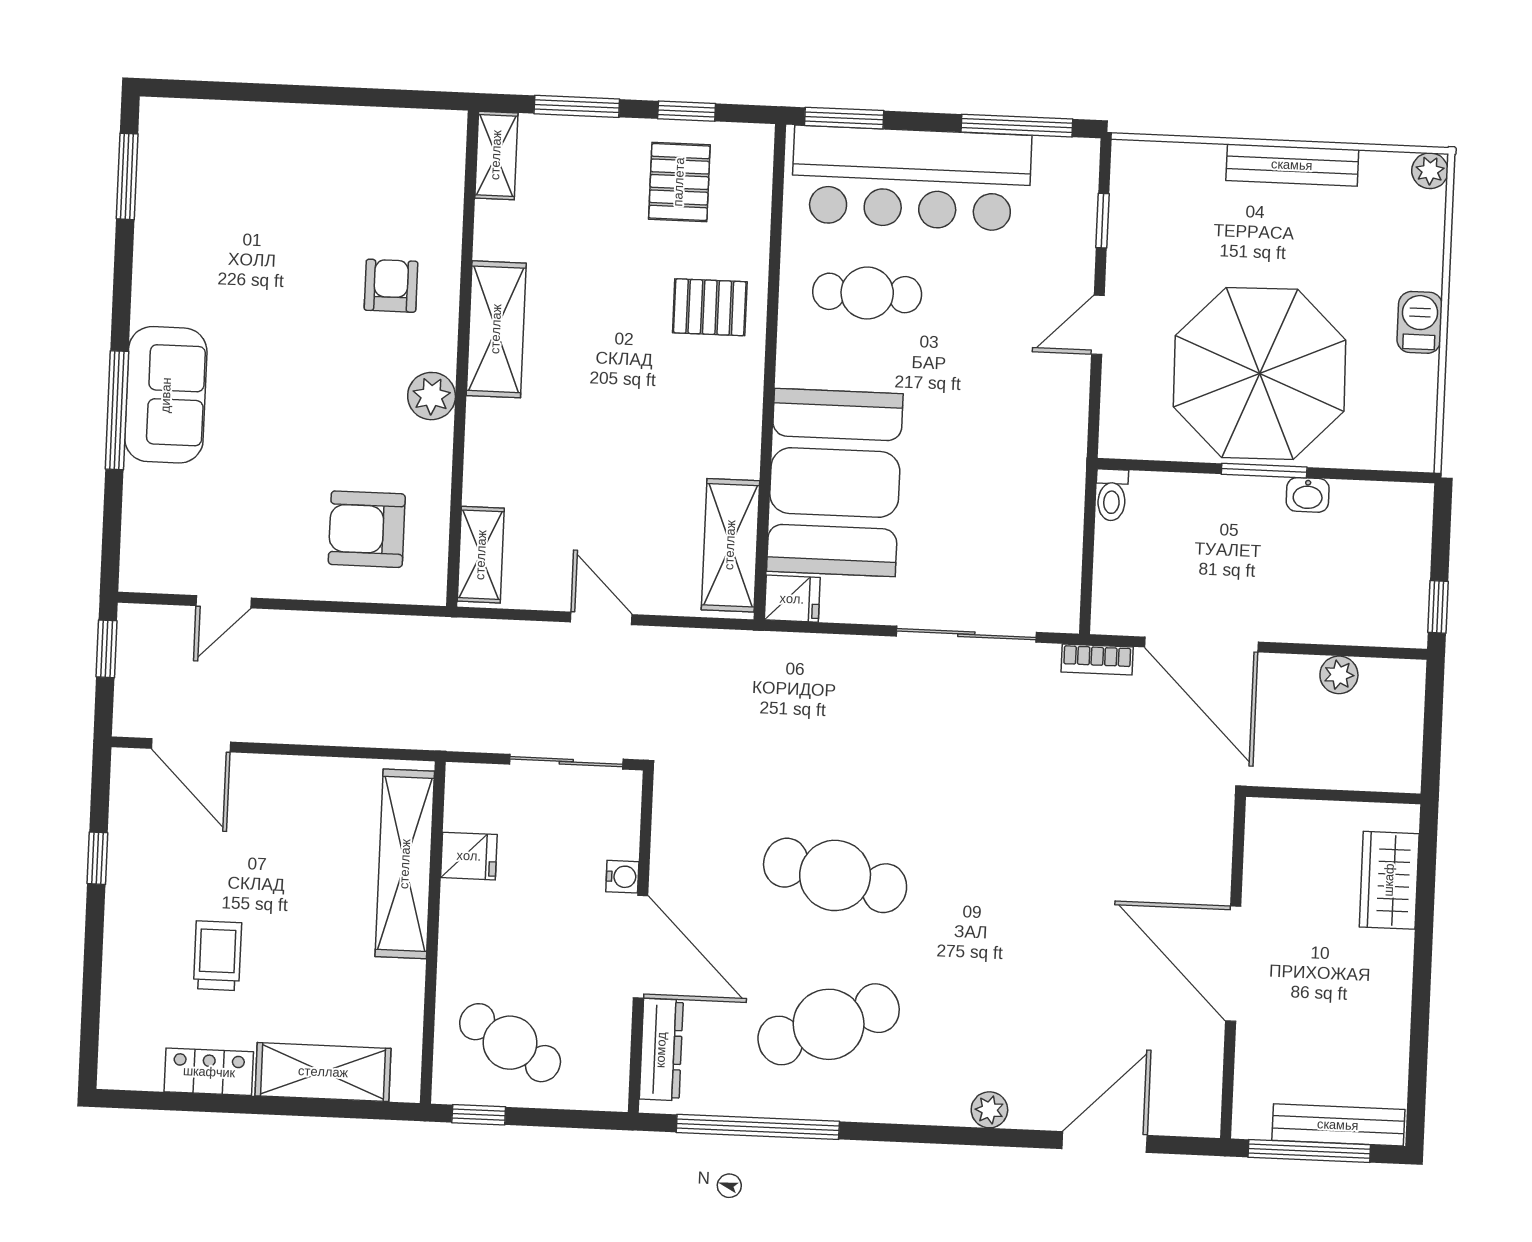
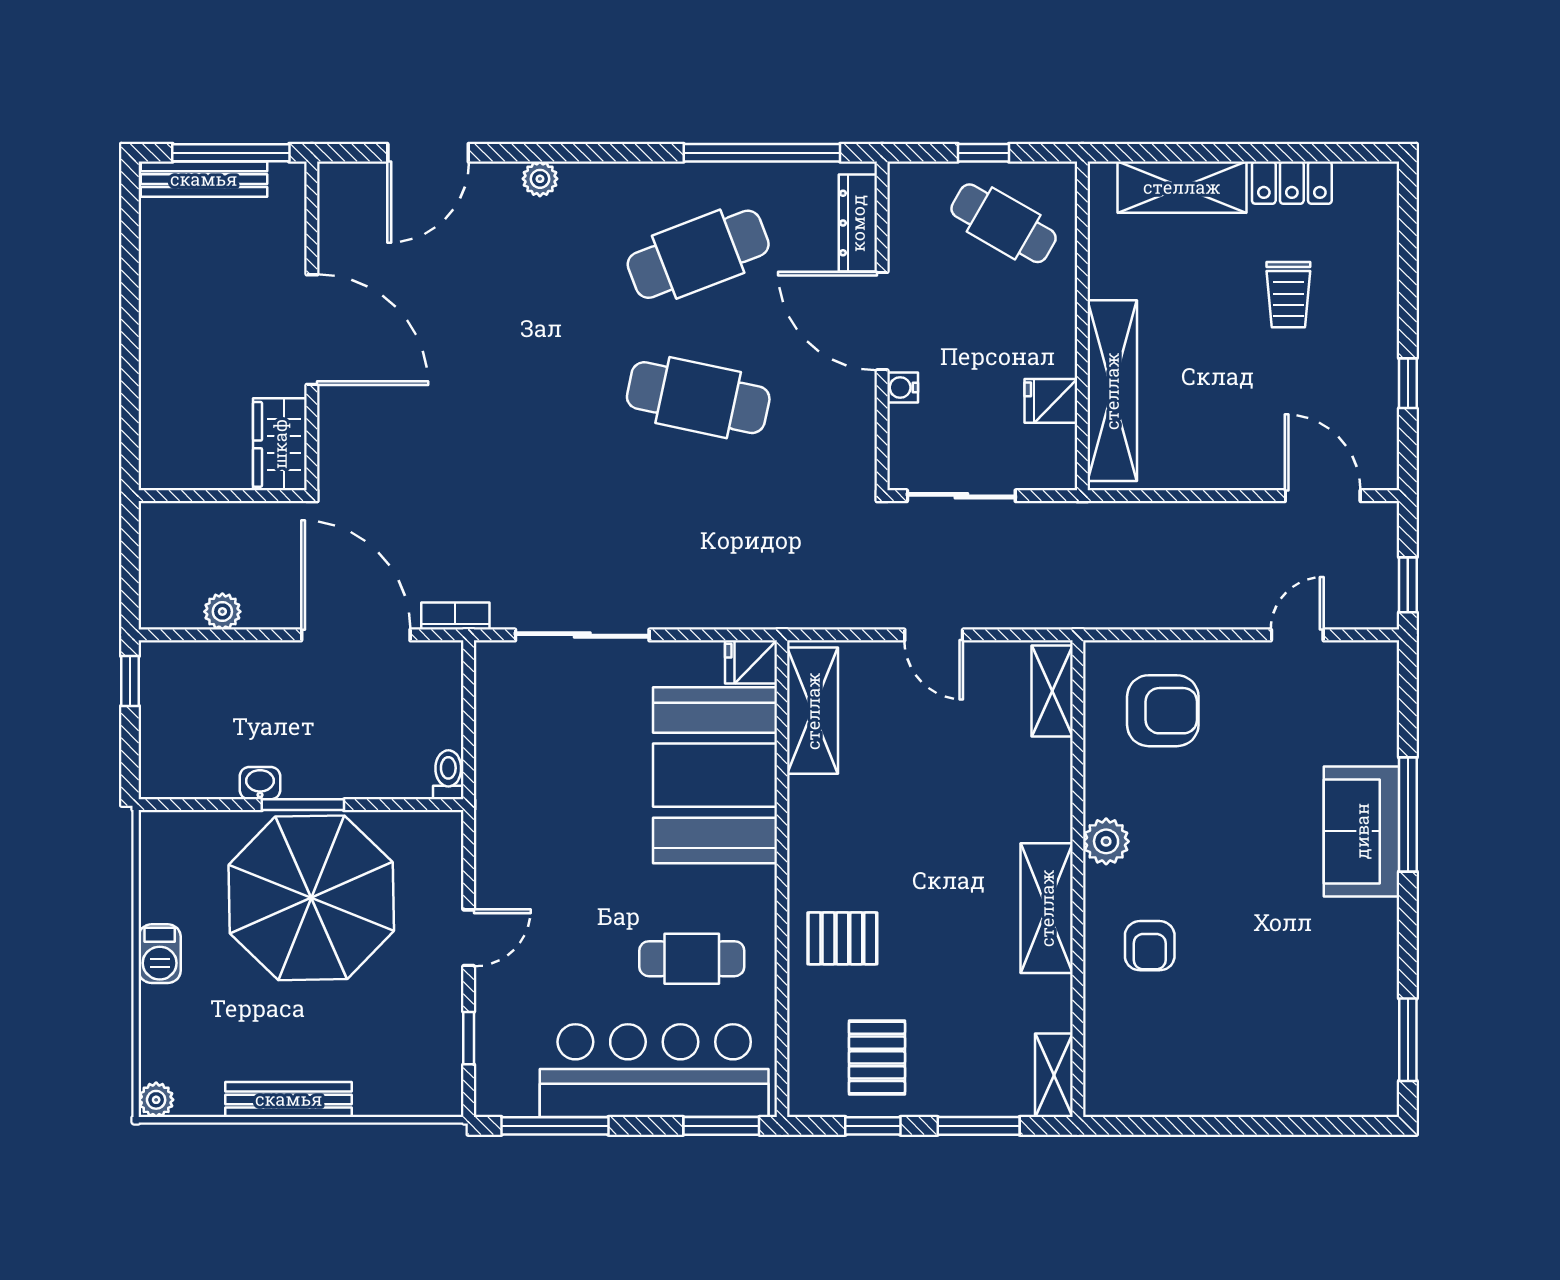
wardrobe: (1389, 880) -> (280, 444), moved, turned 180
window: (479, 1115) -> (983, 153), moved

